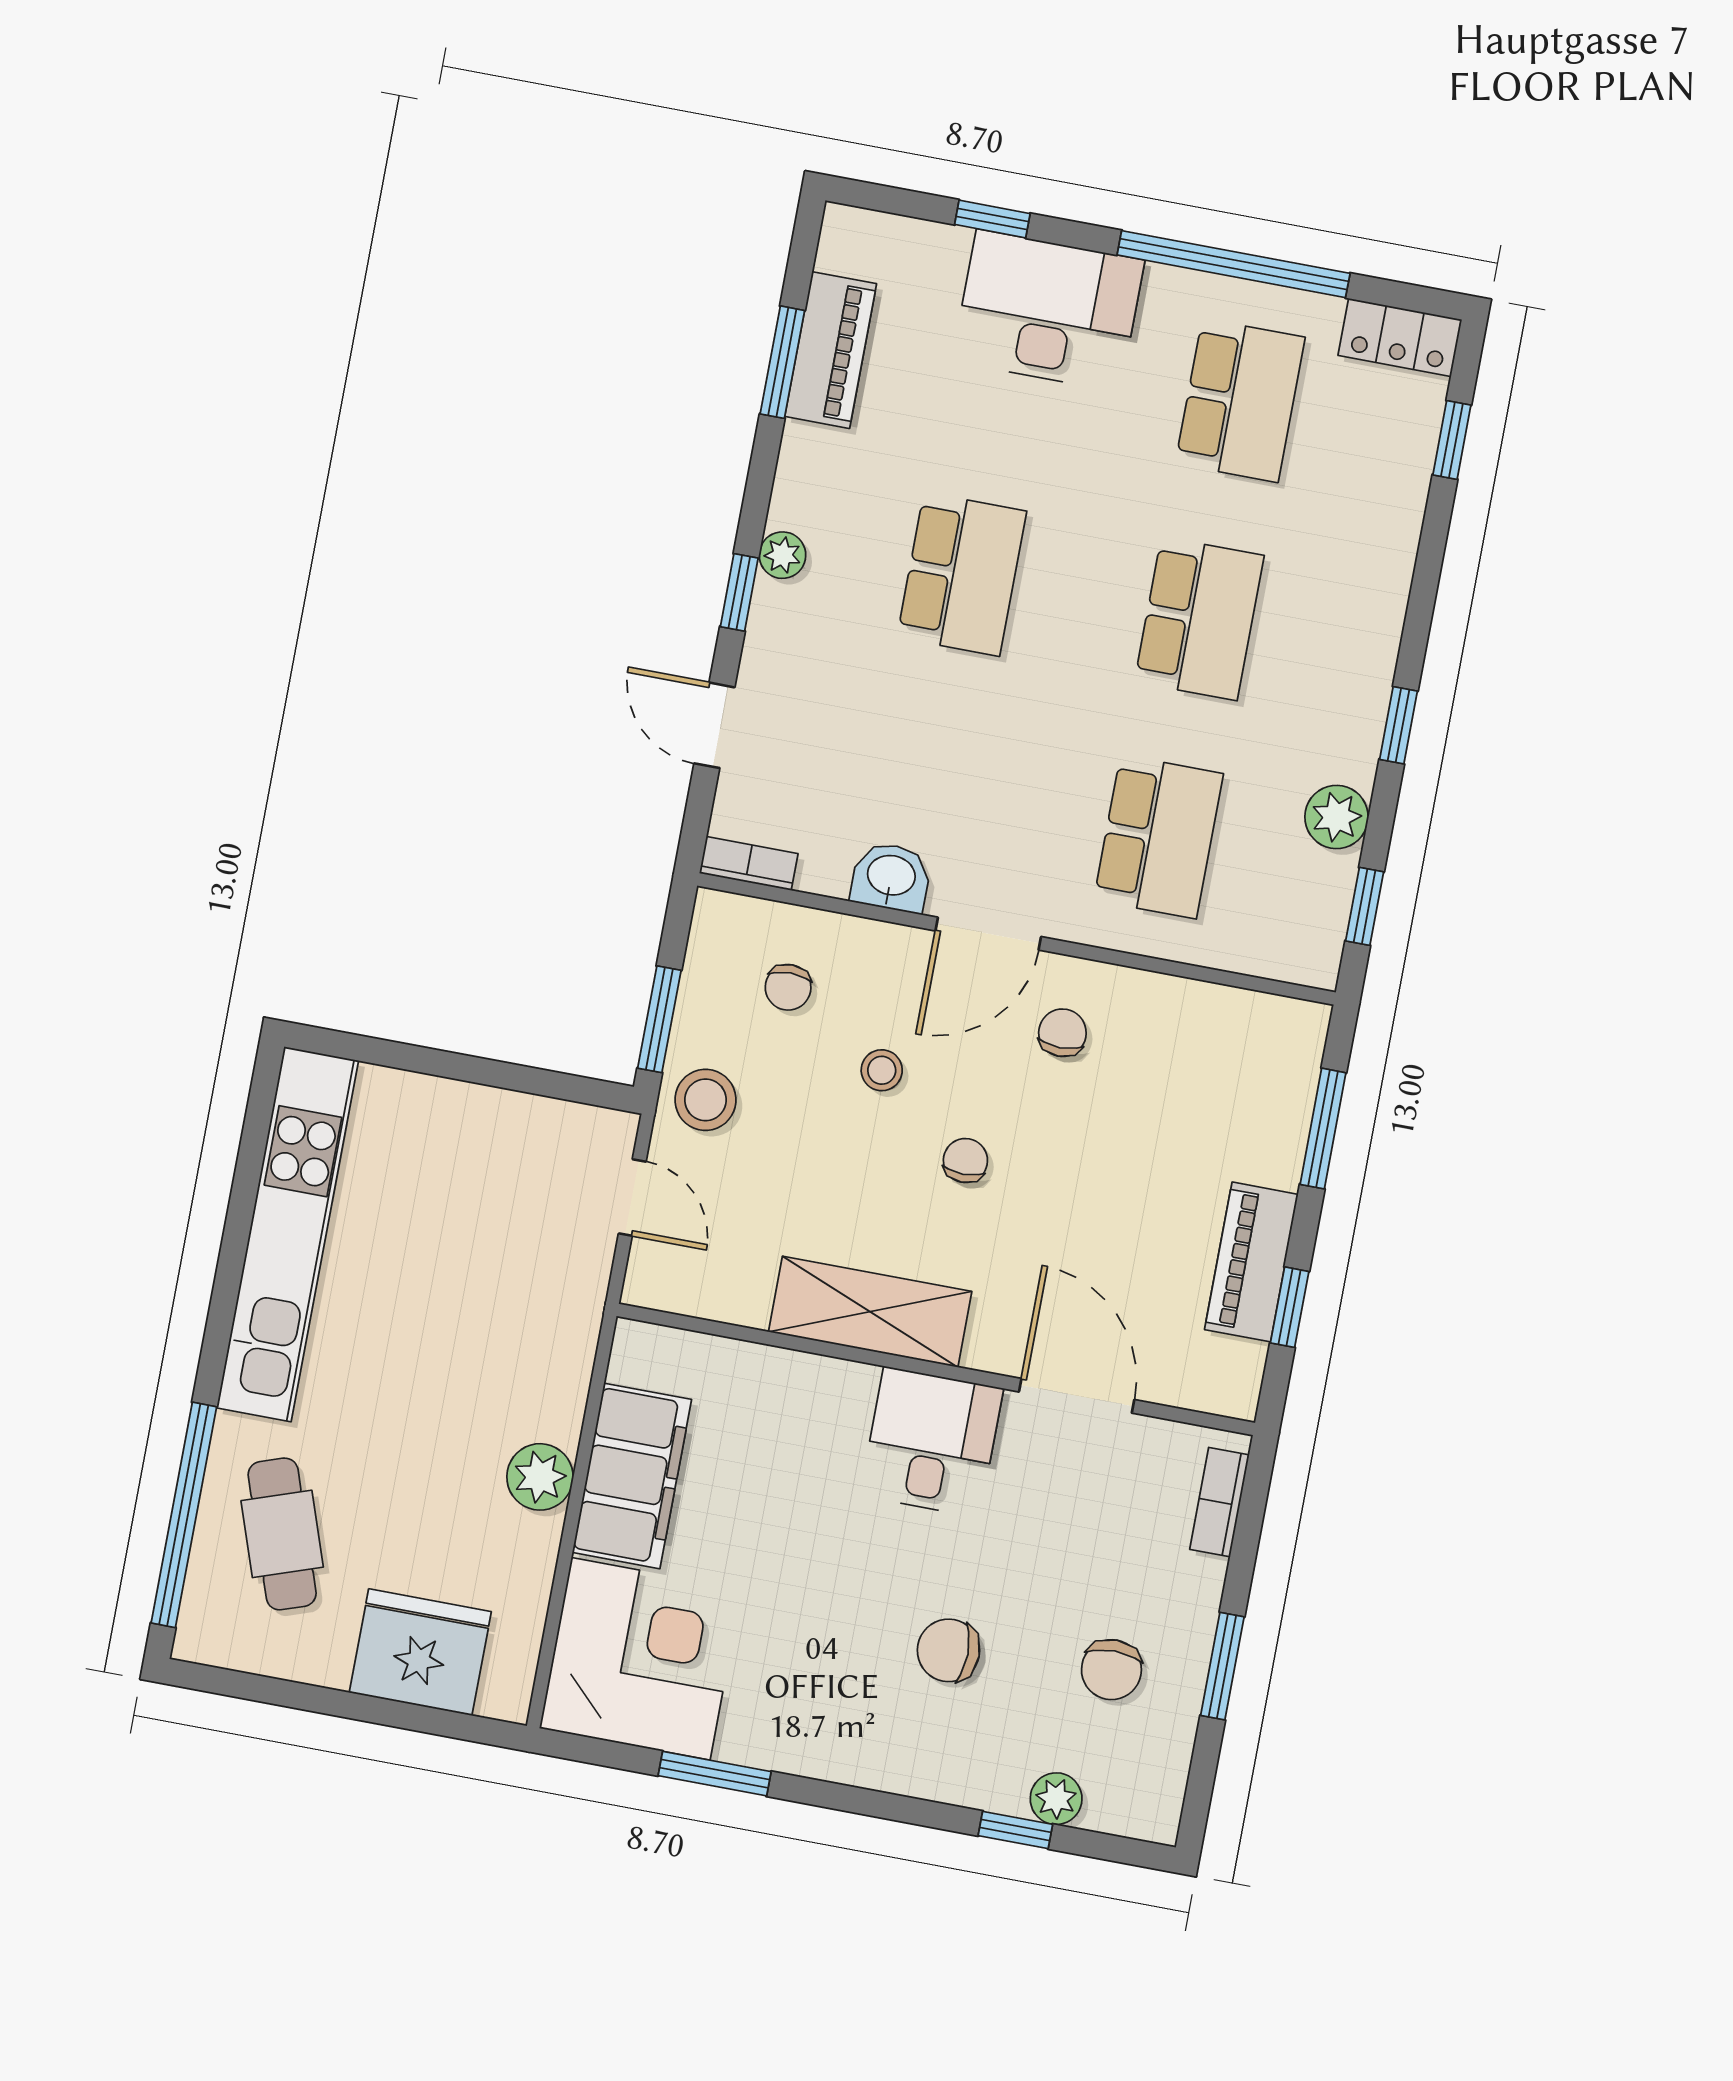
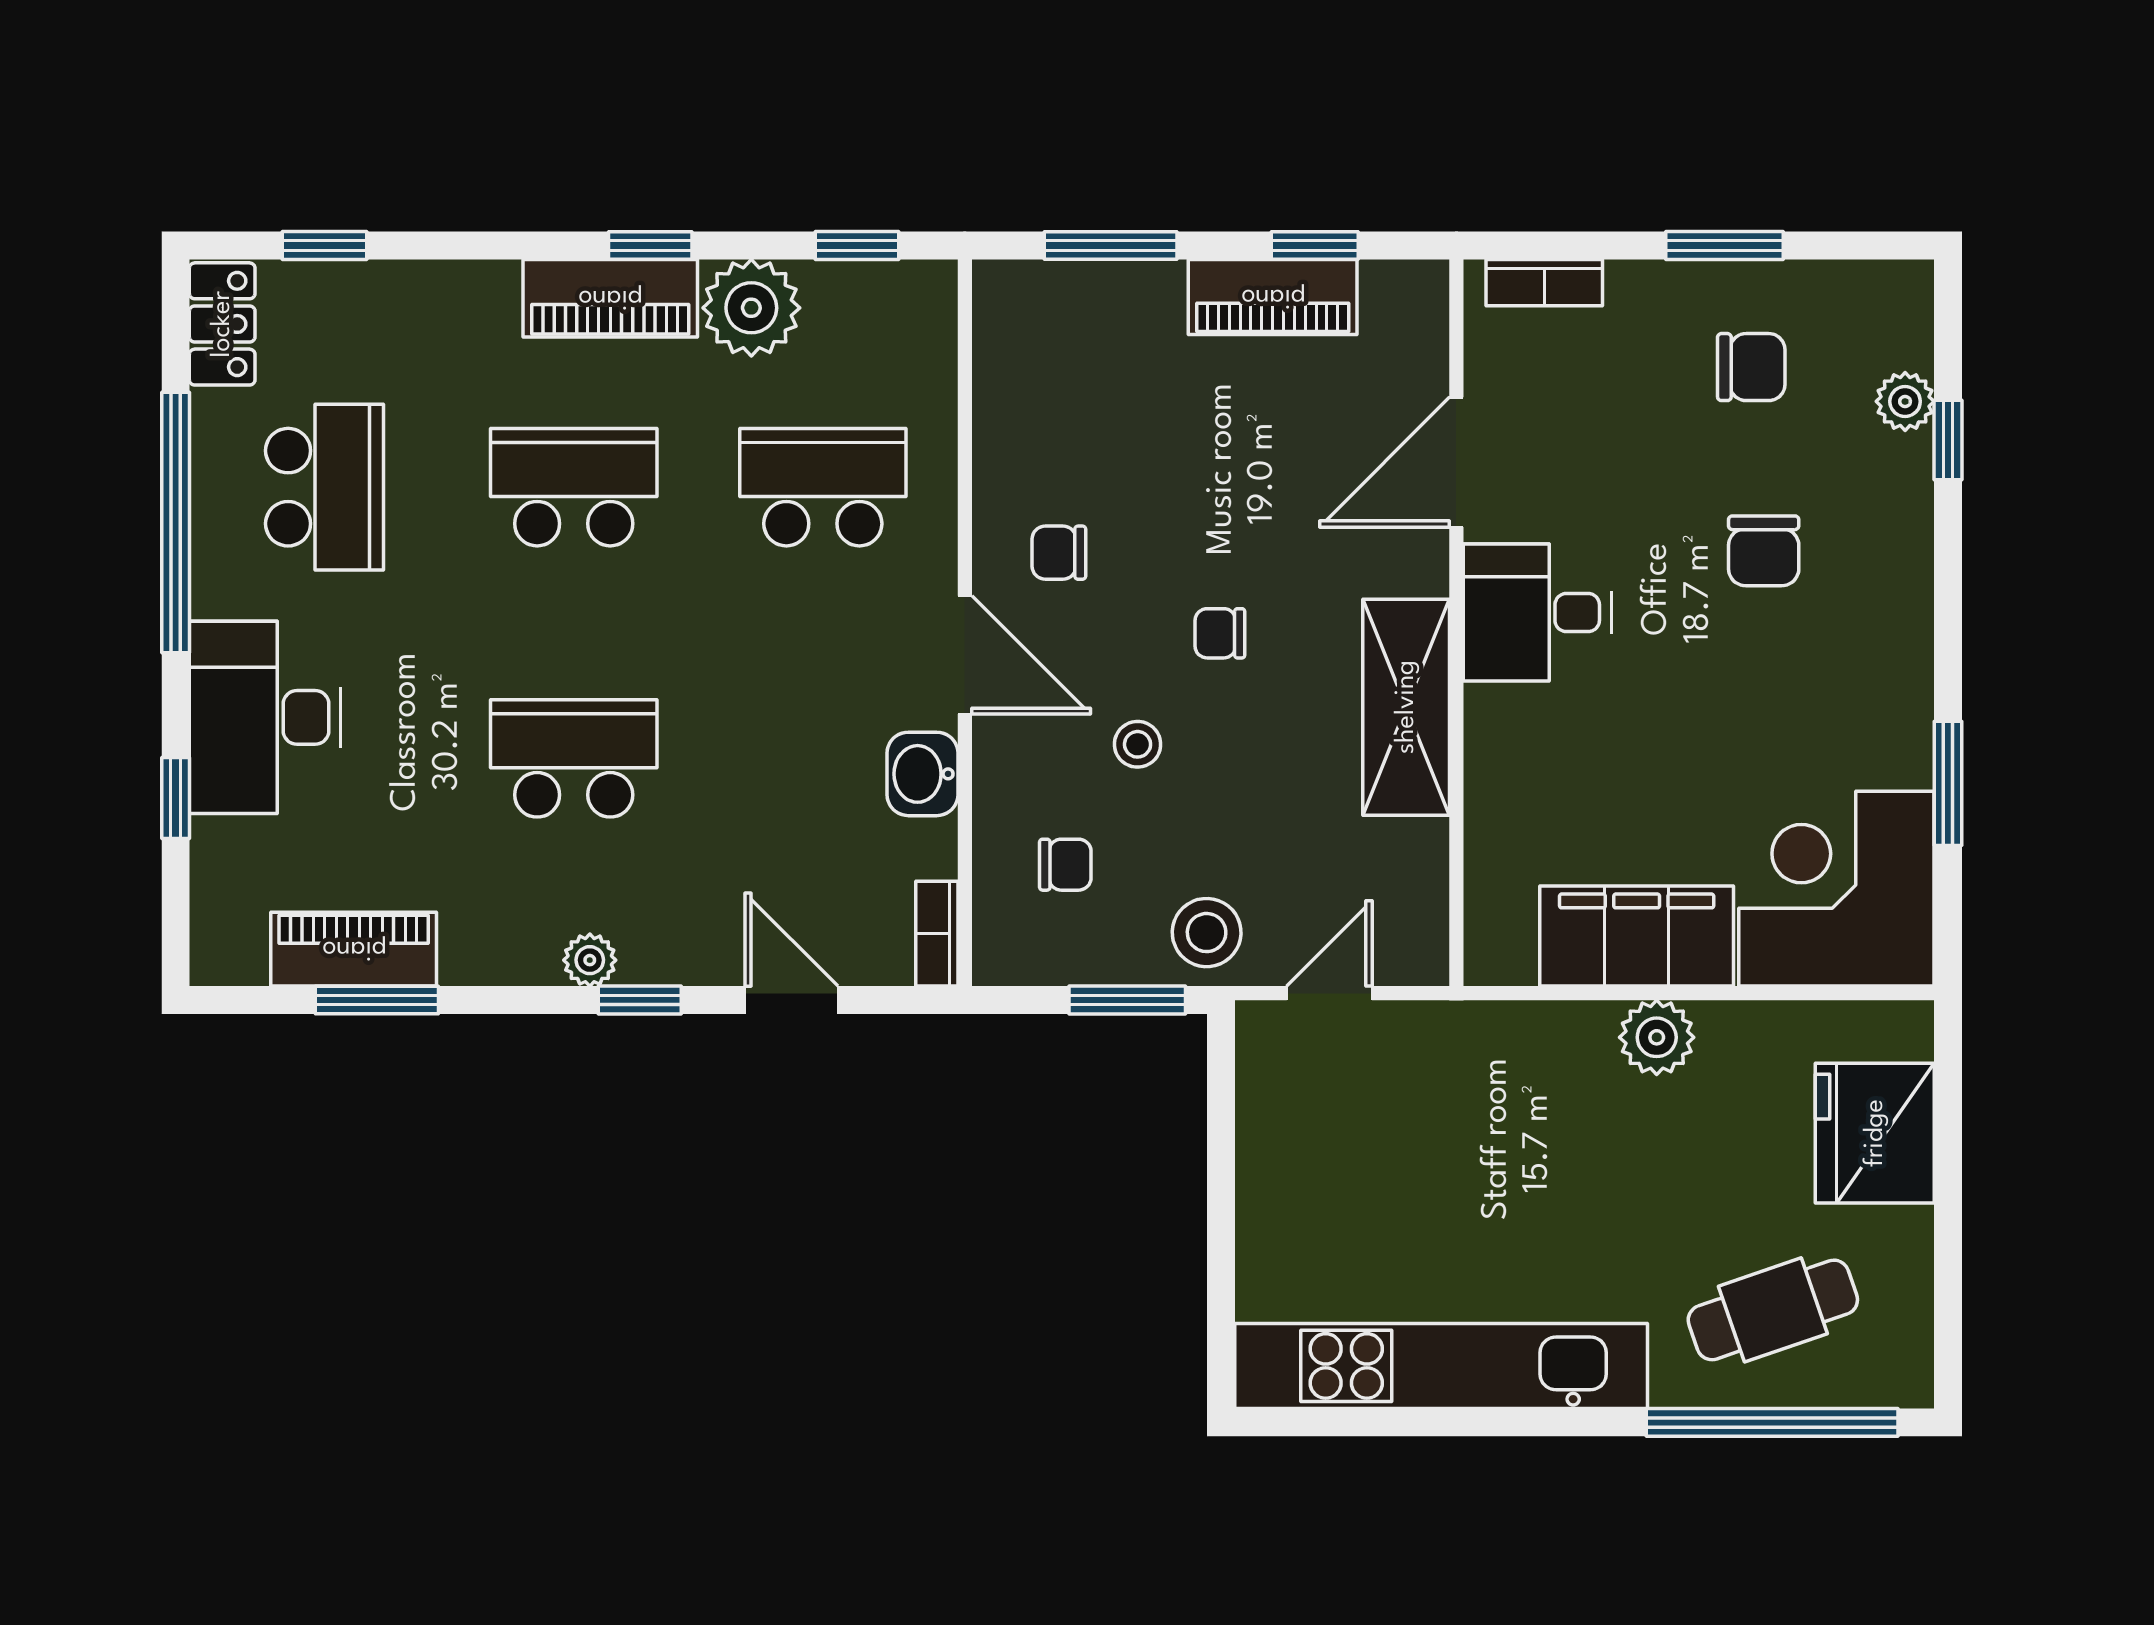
school desk: (1240, 400) -> (325, 487), turned 90
piano: (1359, 681) -> (610, 298), added
door: (714, 725) -> (792, 1000), swing flipped
plant: (1337, 817) -> (751, 308), width x1.36, depth x1.36

